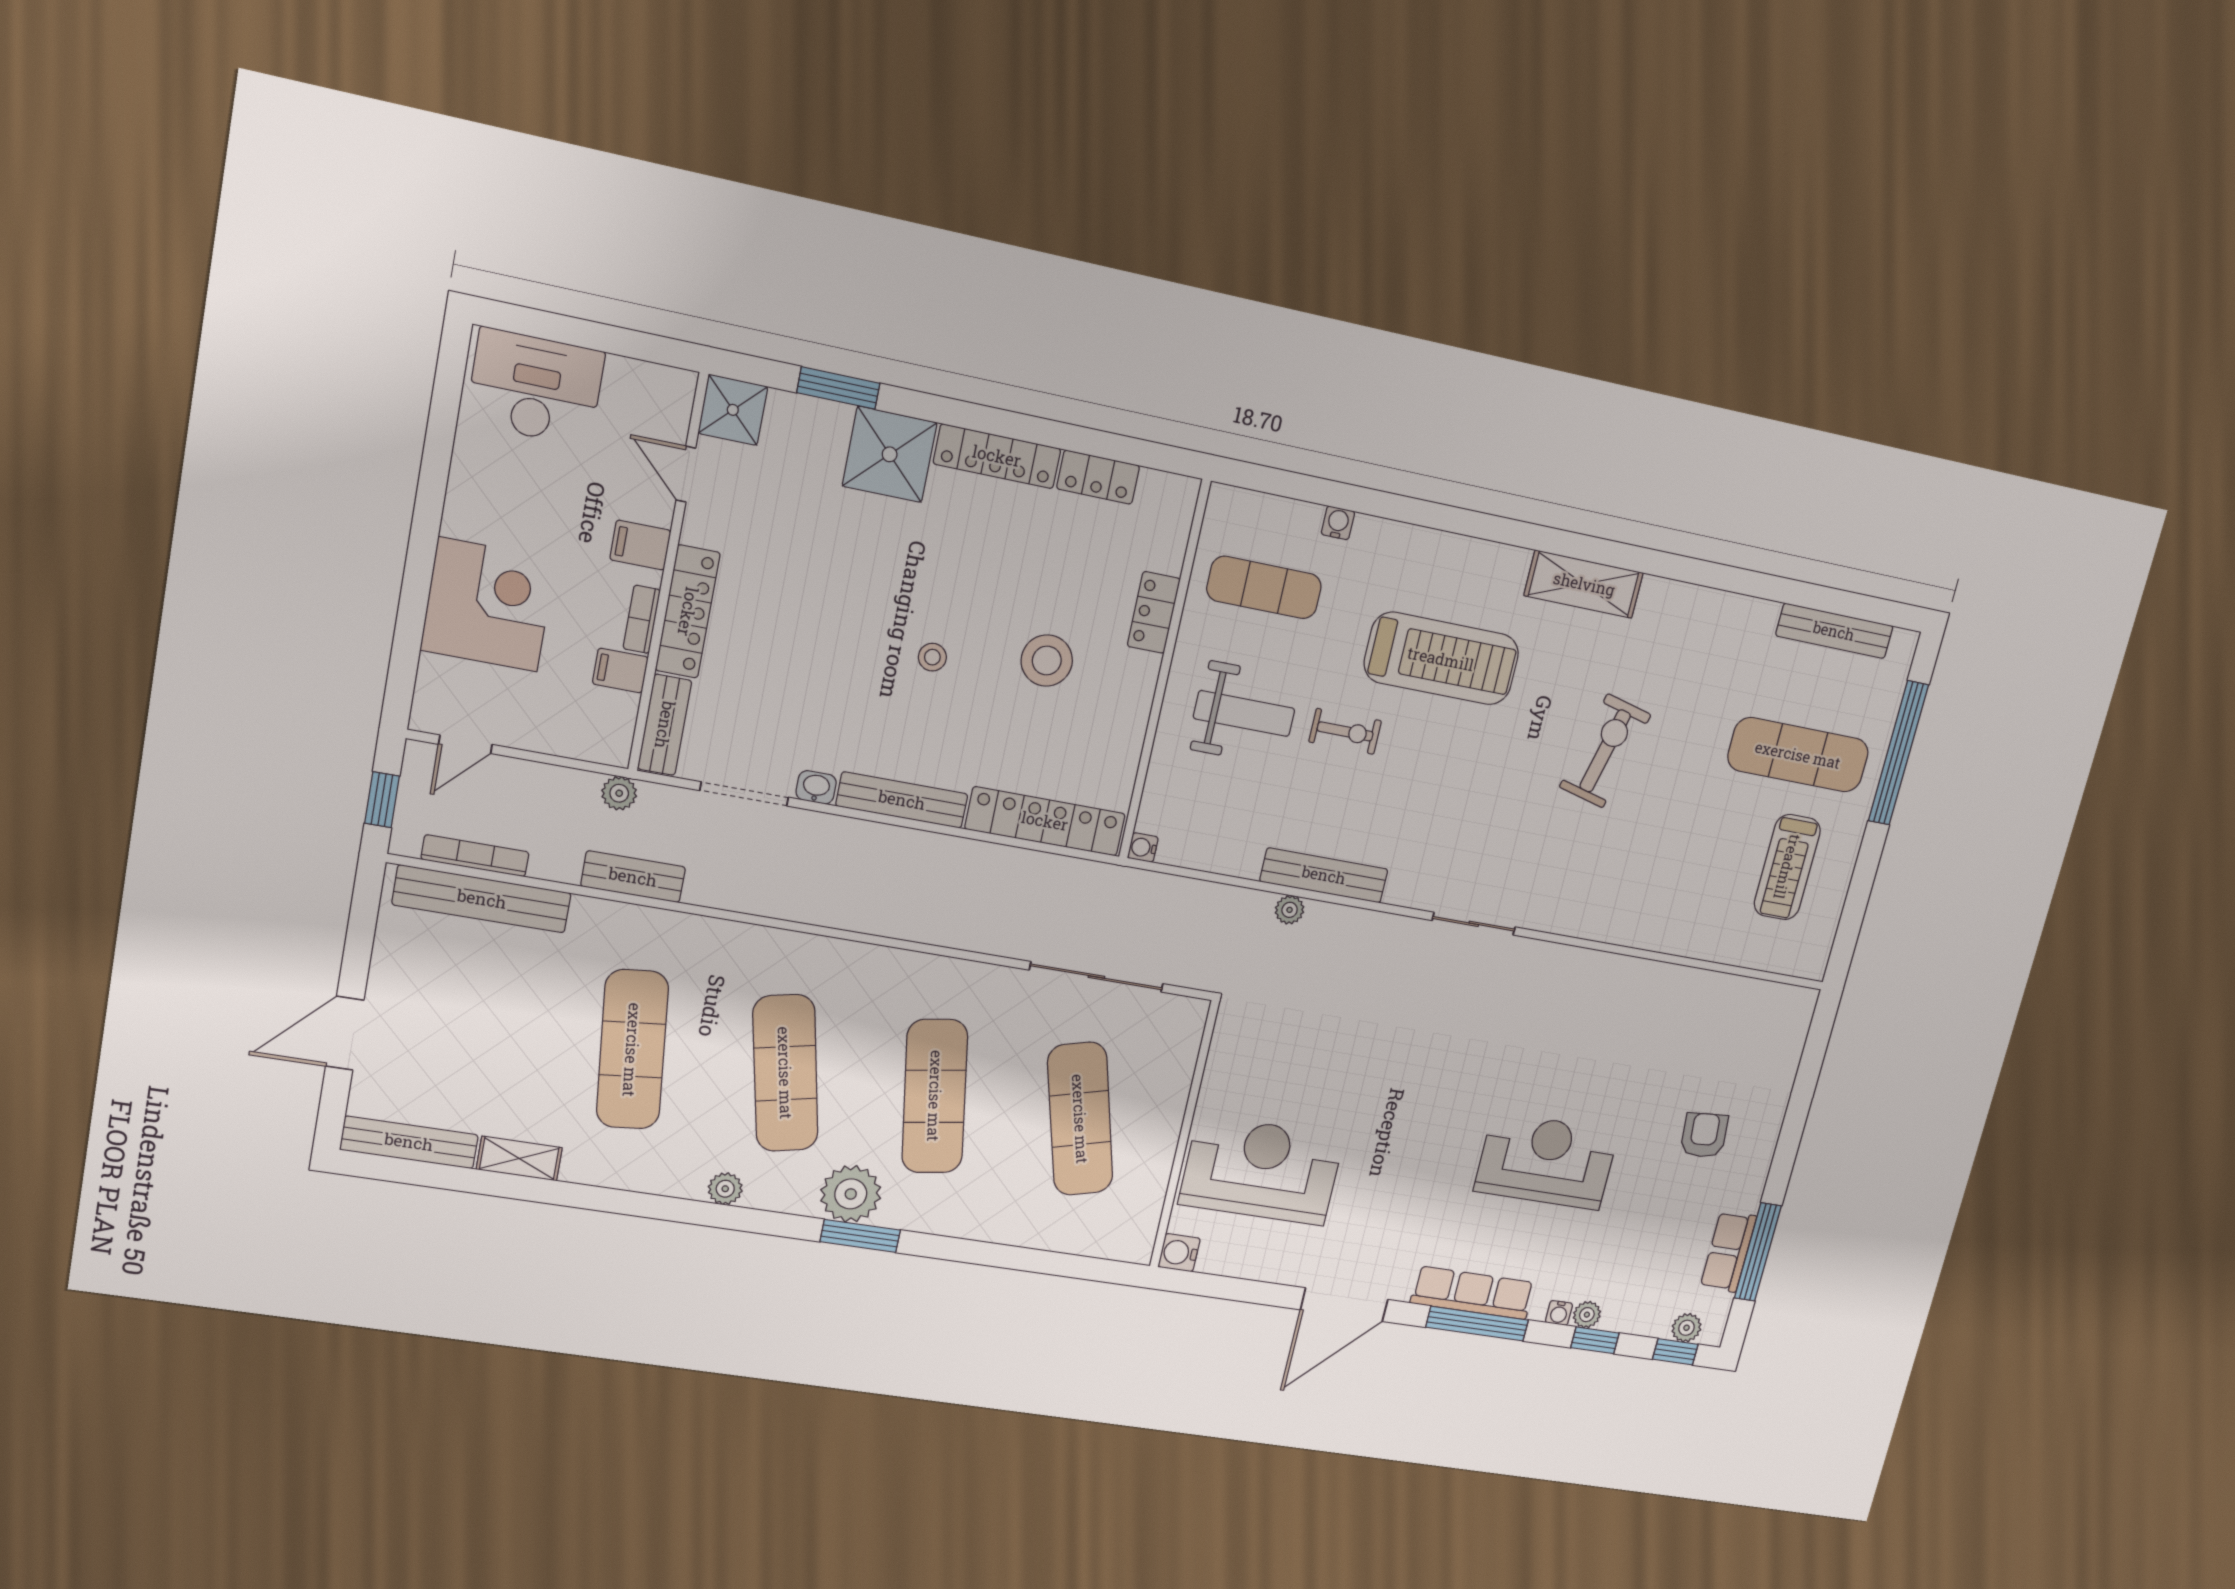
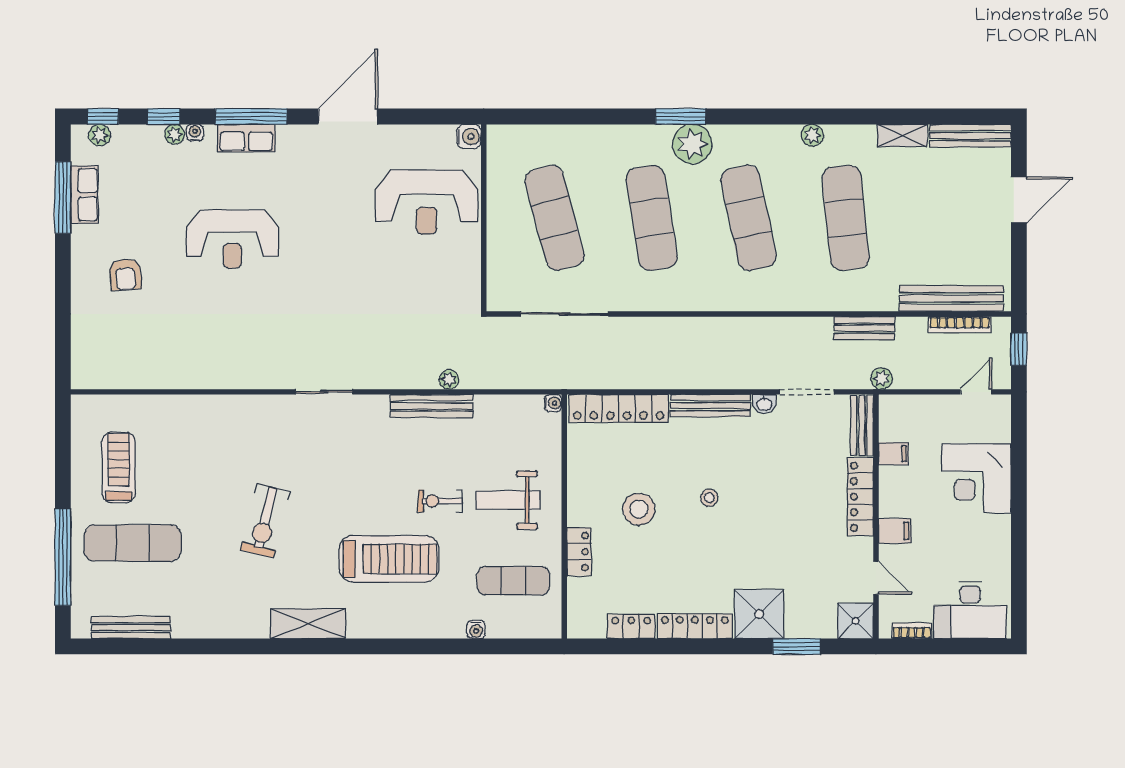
bookcase: (642, 619) -> (912, 631), moved, turned -90
treadmill: (1441, 659) -> (389, 559), turned 180
plant: (725, 1189) -> (812, 135), moved
row of seats: (1473, 1293) -> (246, 138), width x0.68

